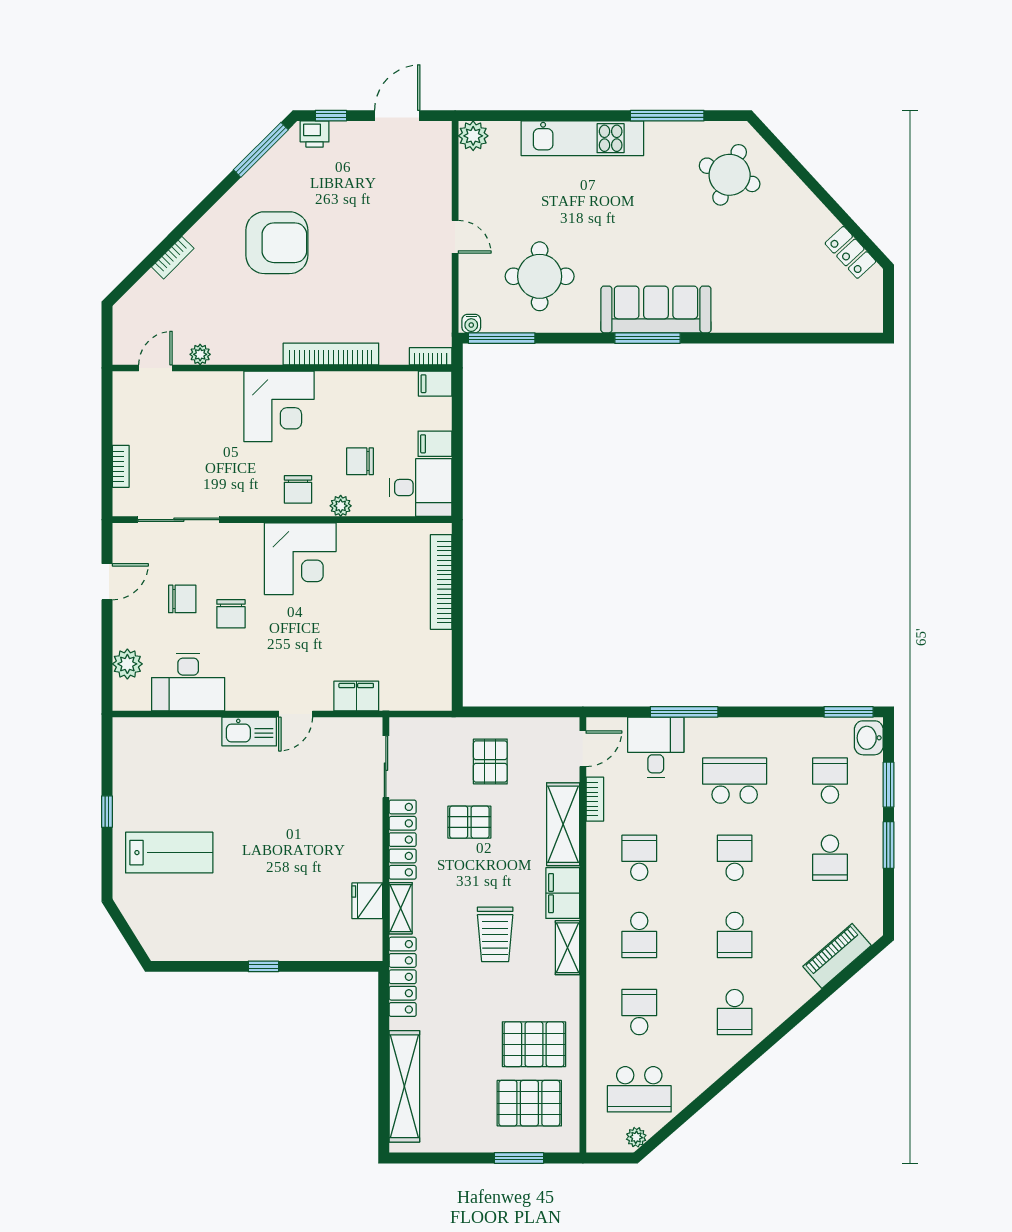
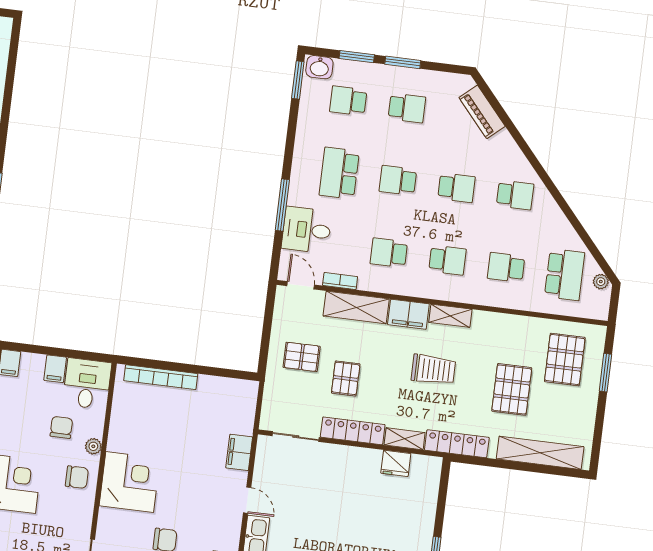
chair: (360, 461) -> (61, 427), turned 180
pallet: (534, 1044) -> (512, 389), moved

